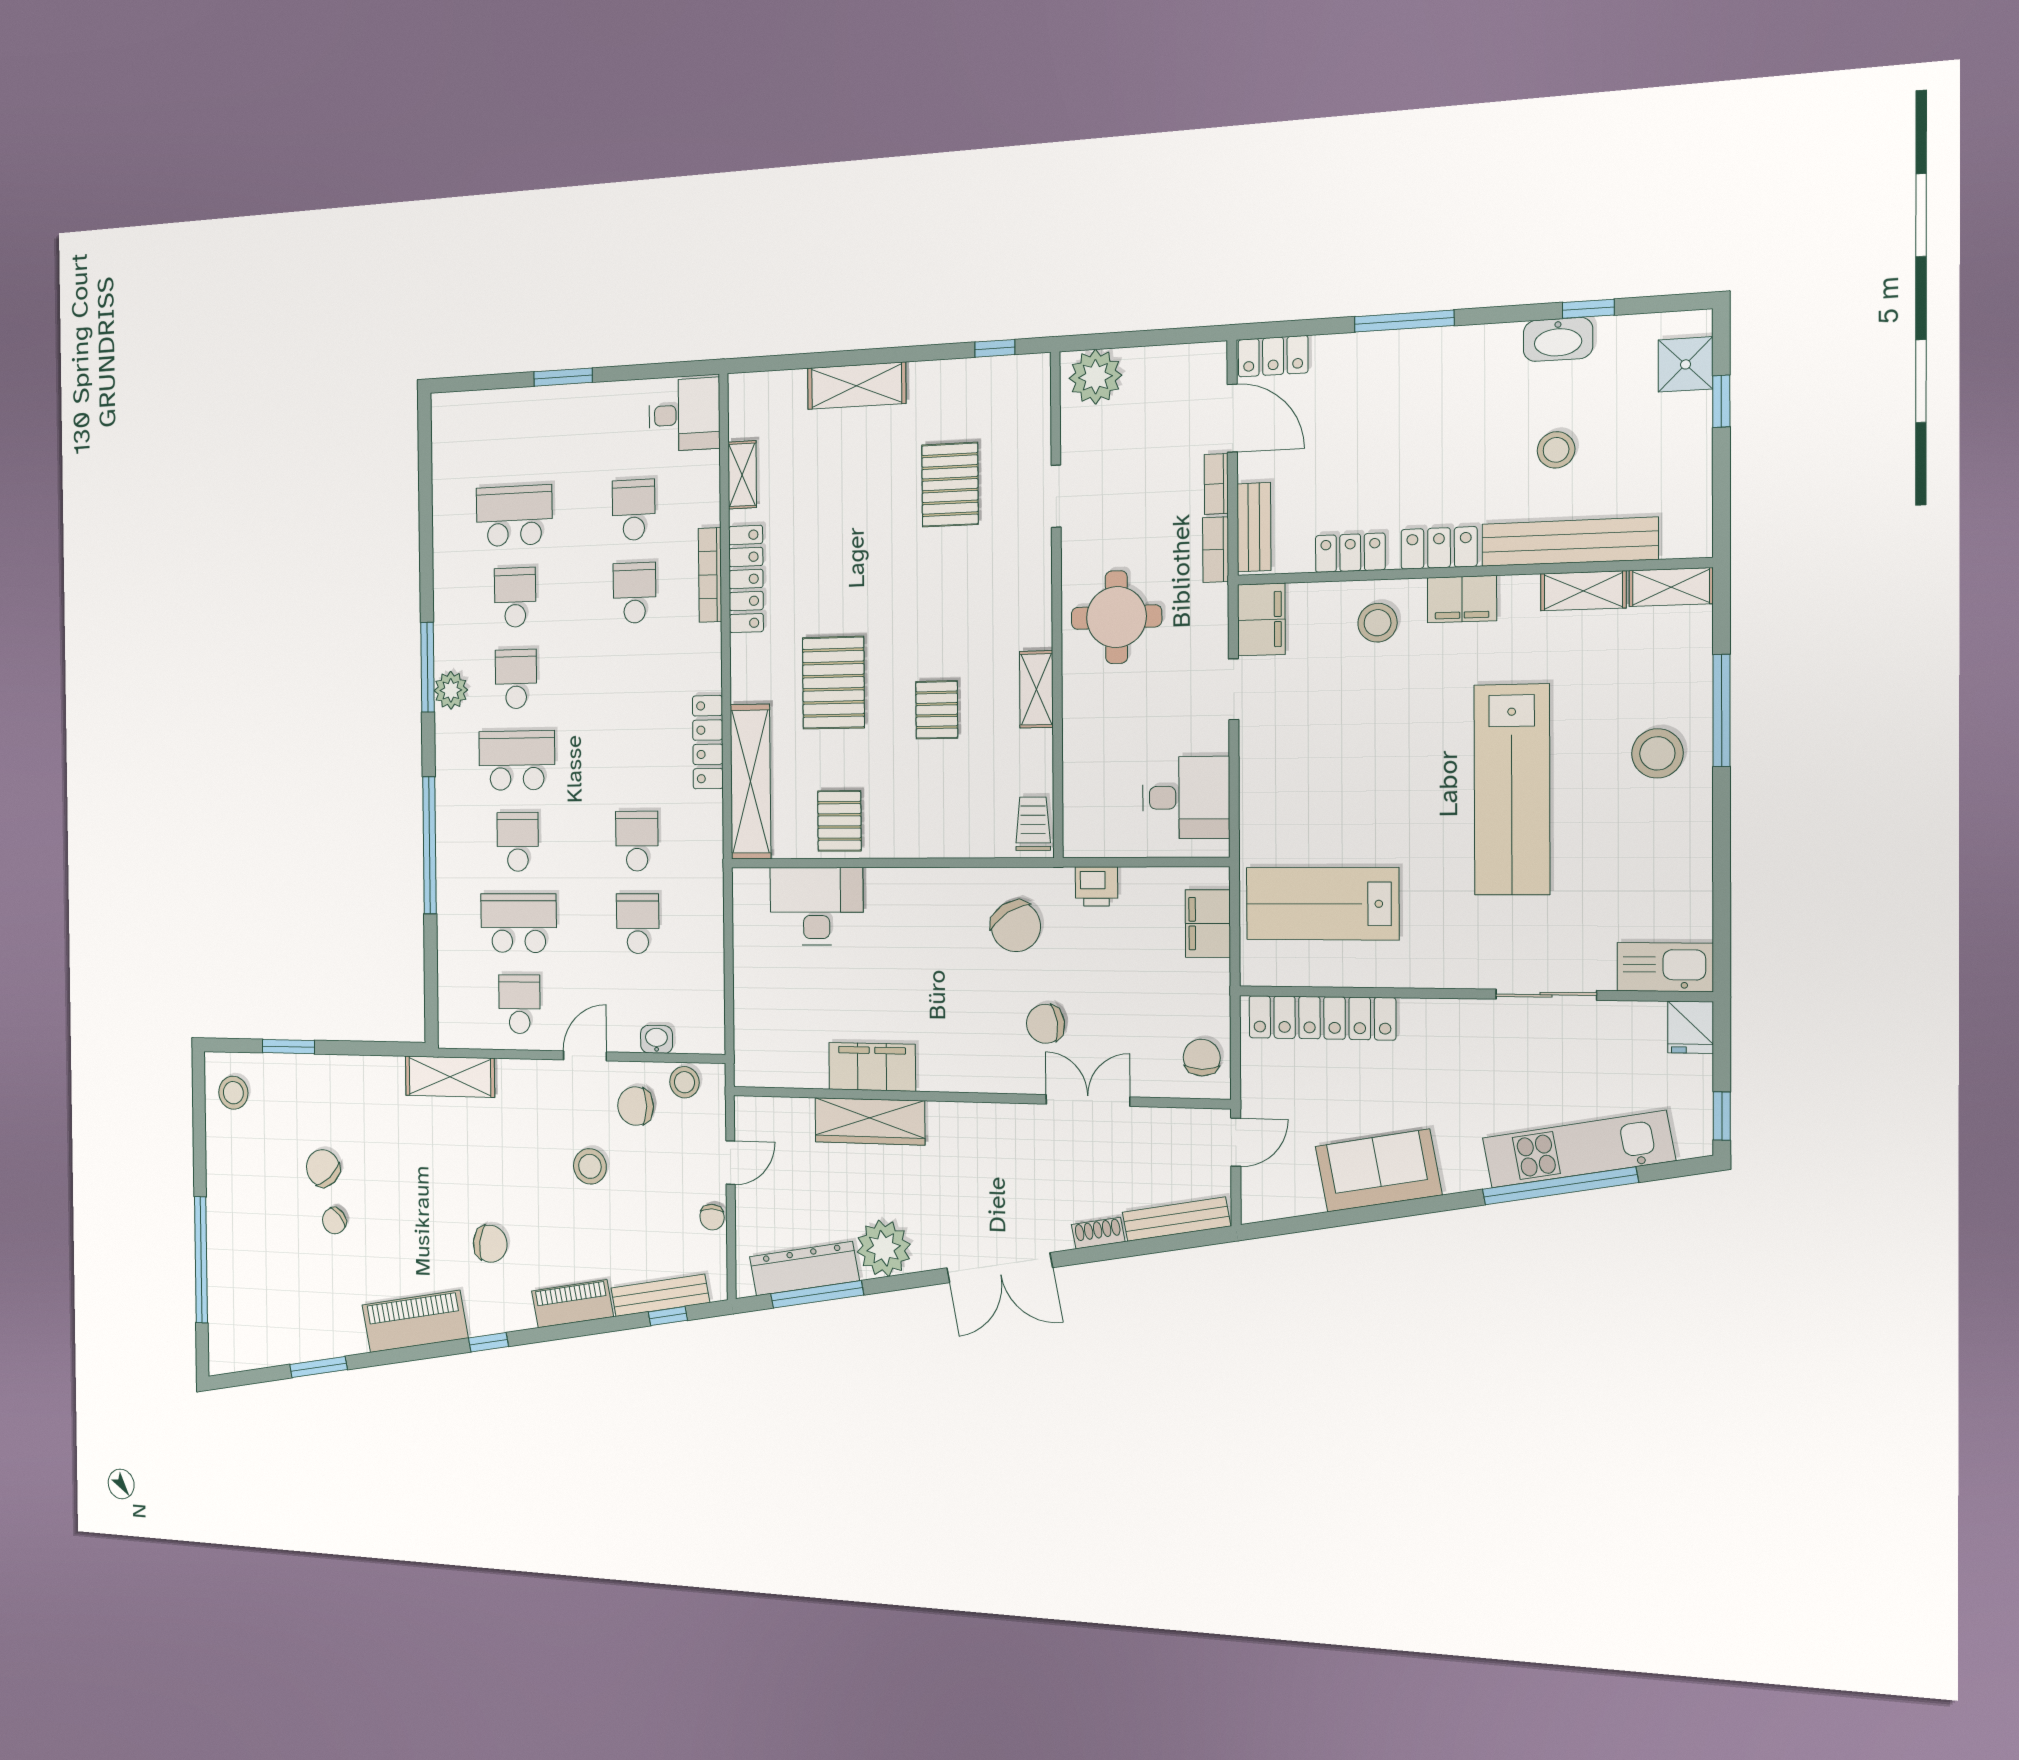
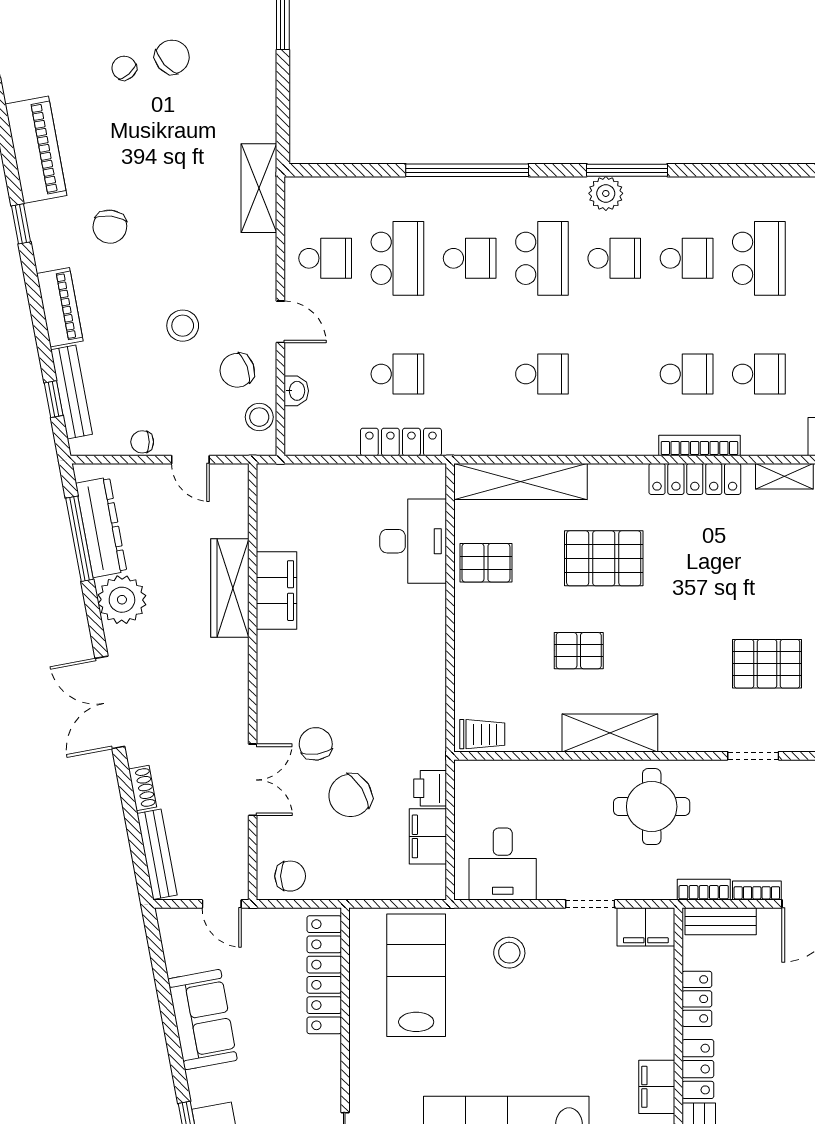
stool: (1378, 623) -> (509, 953), moved
shelving: (1036, 689) -> (610, 733), width x1.50, depth x1.33
locker: (708, 742) -> (401, 442), moved
school desk: (637, 841) -> (542, 374), moved
filing cabinet: (1208, 924) -> (428, 836), moved, turned -90
chair: (1016, 926) -> (350, 795), moved
chair: (636, 1106) -> (237, 370), turned -110

